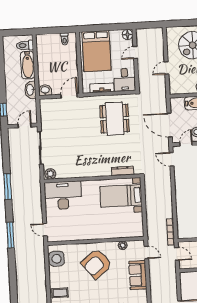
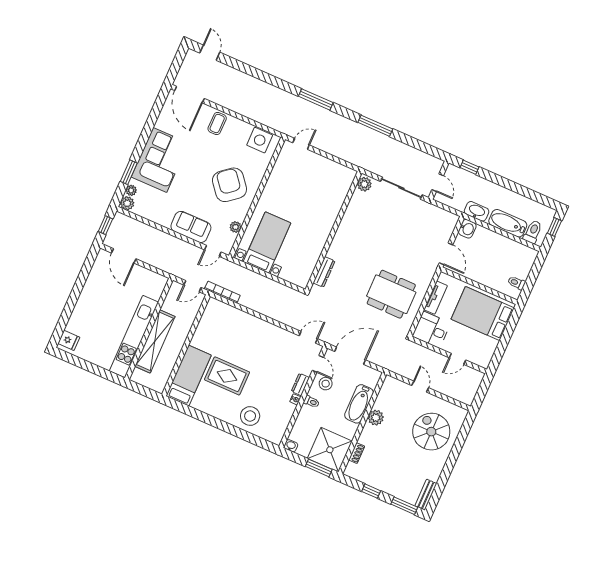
window: (14, 33) -> (554, 227), added
floor lamp: (128, 34) -> (484, 361), removed
door: (135, 52) -> (457, 359), swing flipped
desk: (63, 195) -> (331, 186), removed
bed with nightstands: (121, 196) -> (267, 242), moved

